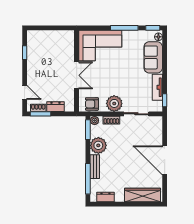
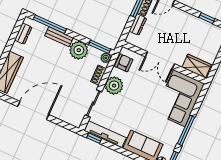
wardrobe: (68, 43) -> (197, 66), added
tv unit: (157, 87) -> (105, 134), width x1.41

